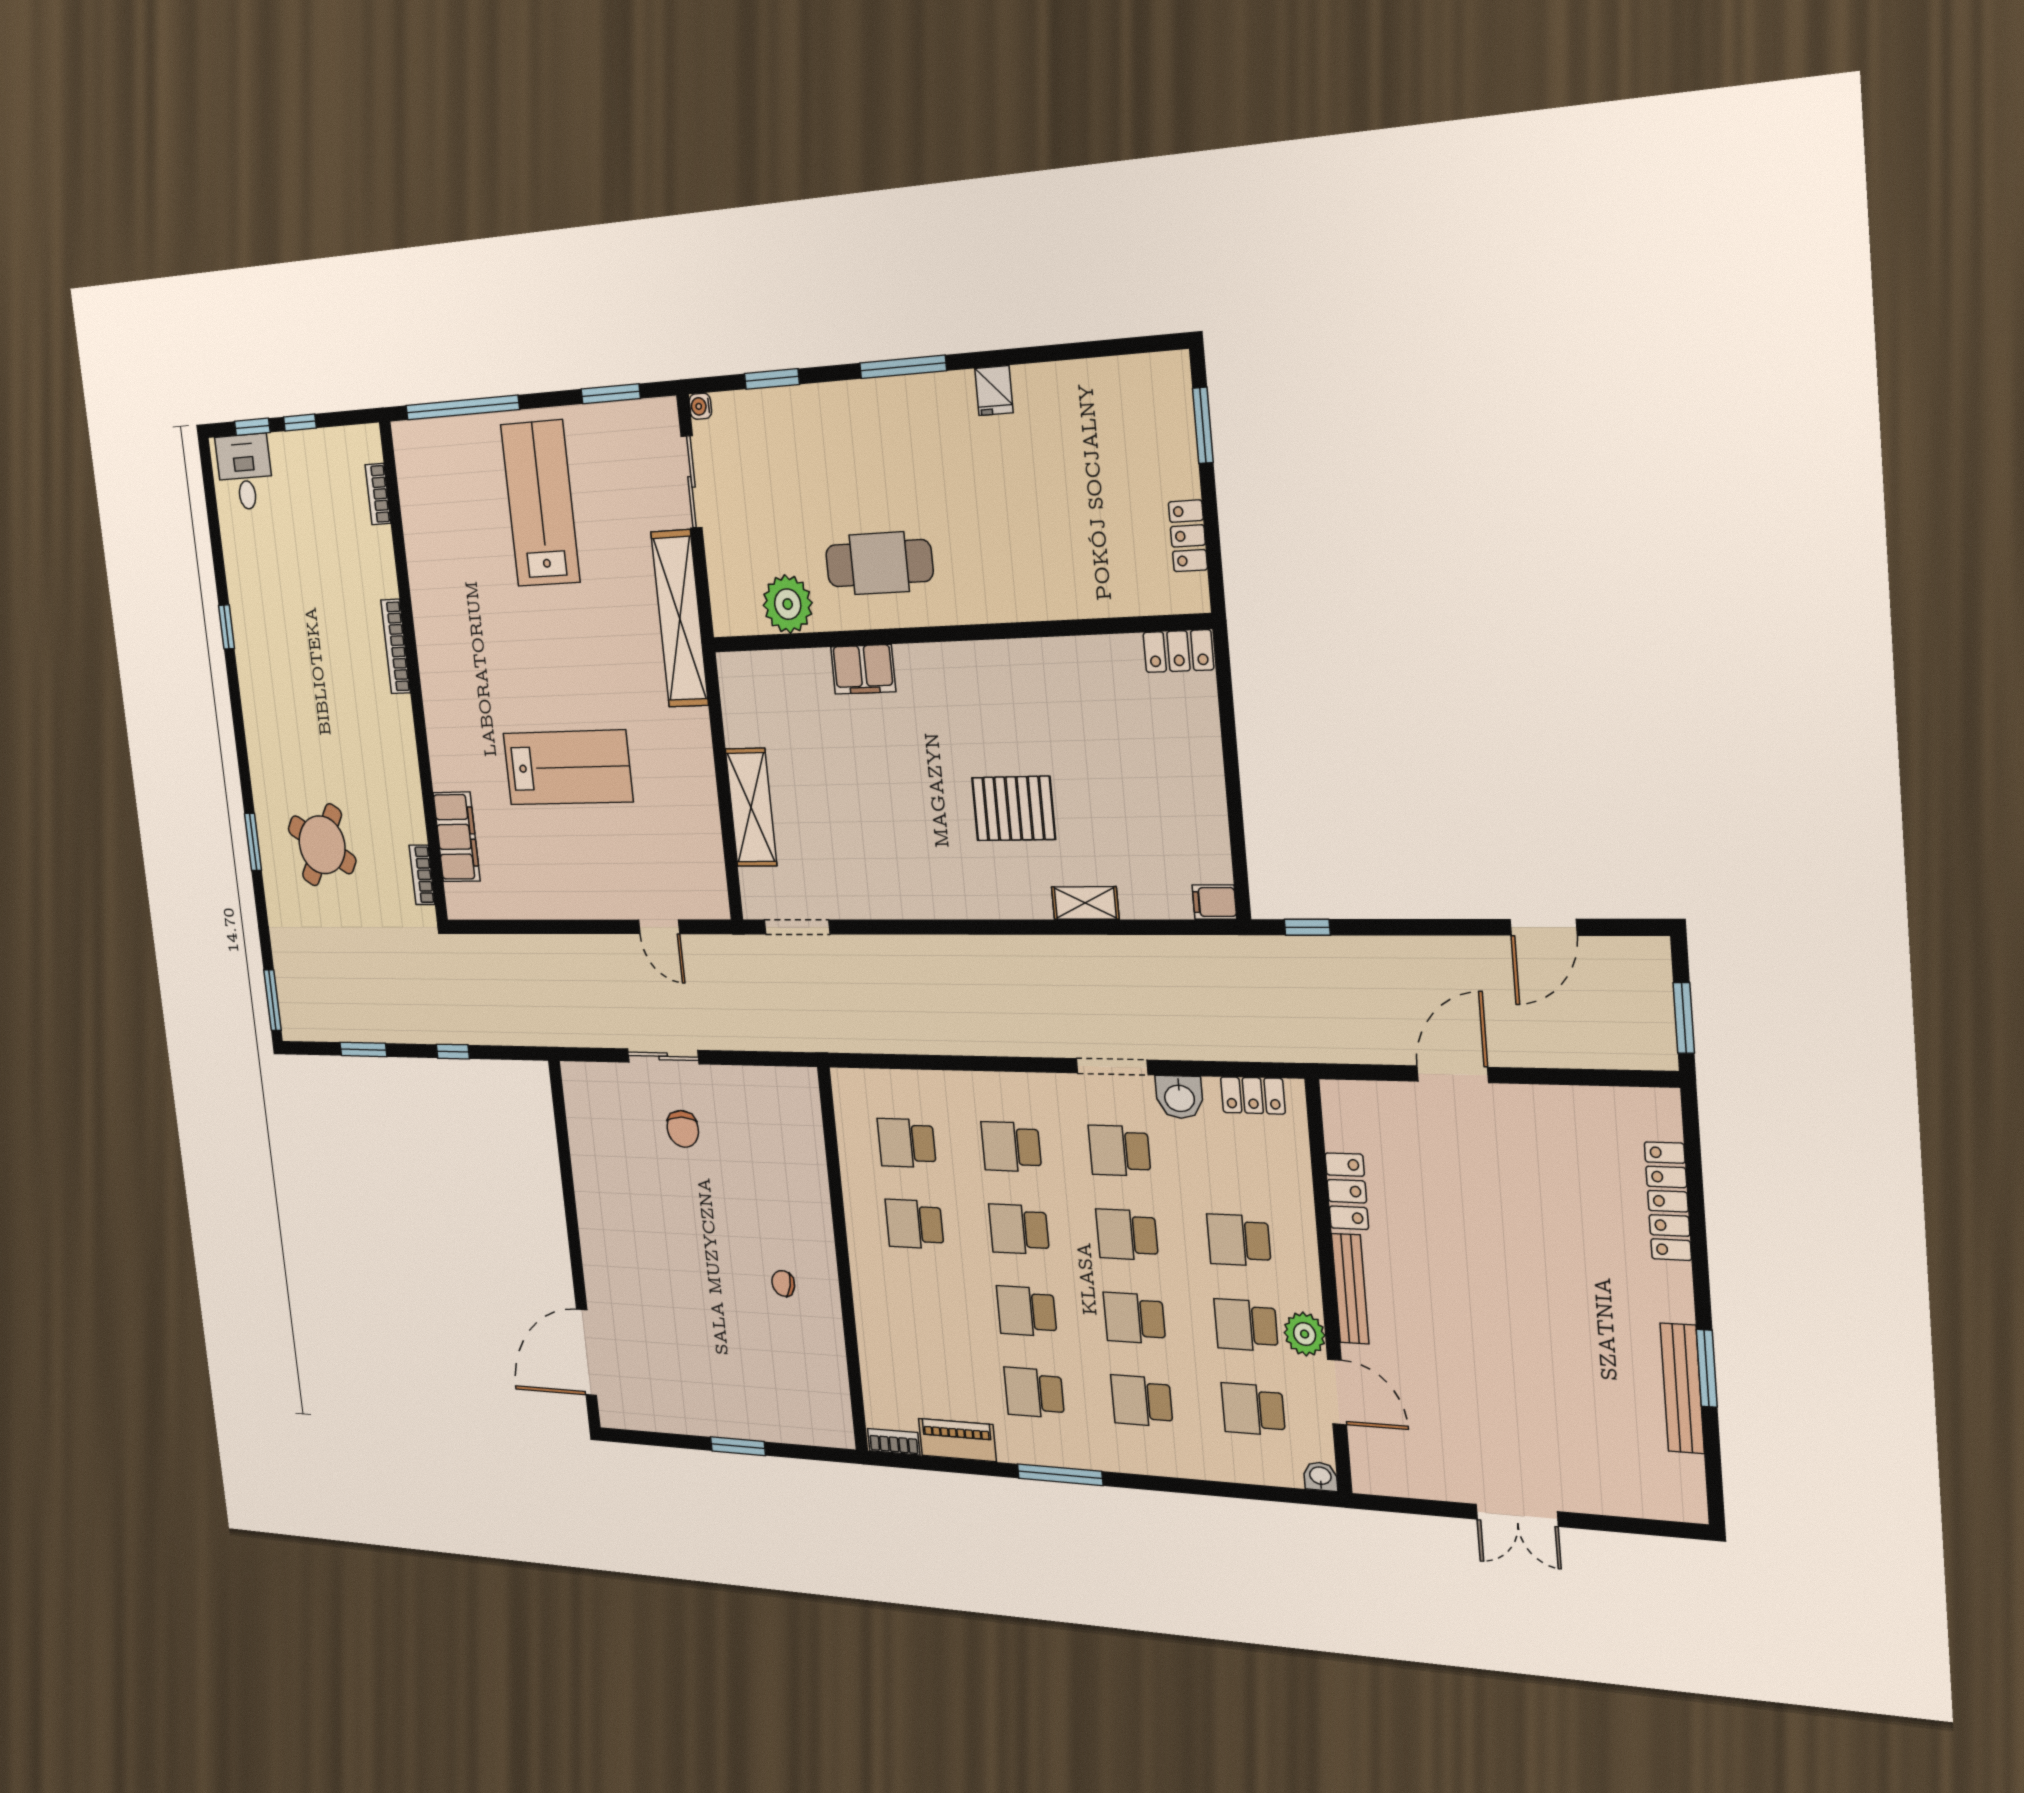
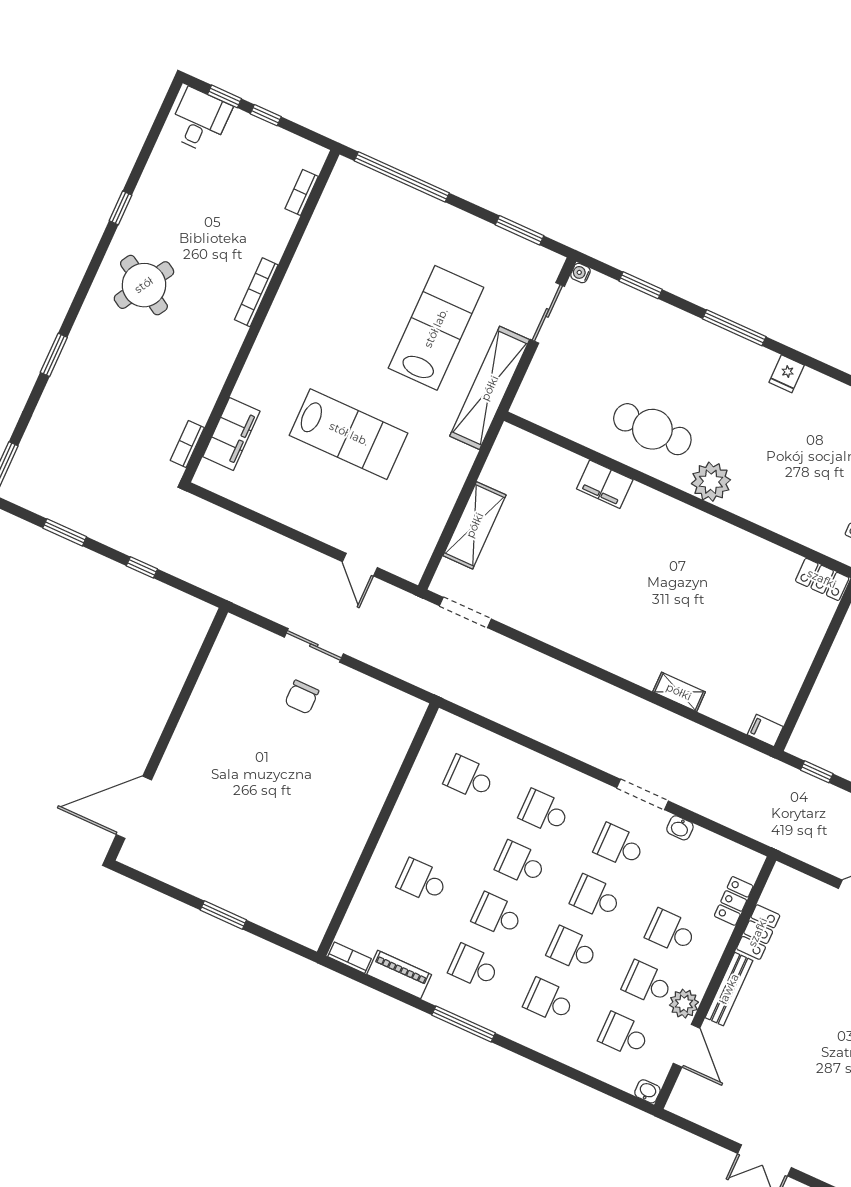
lab bench: (540, 503) -> (436, 328), moved
plant: (788, 604) -> (711, 482), moved
pallet: (1013, 808) -> (662, 615), removed
round table: (322, 845) -> (144, 285), moved
locker: (1253, 1095) -> (734, 901), moved, turned 90
washbasin: (1179, 1097) -> (680, 828), width x0.72, depth x0.69
school desk: (915, 1224) -> (422, 881), moved
chair: (783, 1283) -> (323, 826), removed

